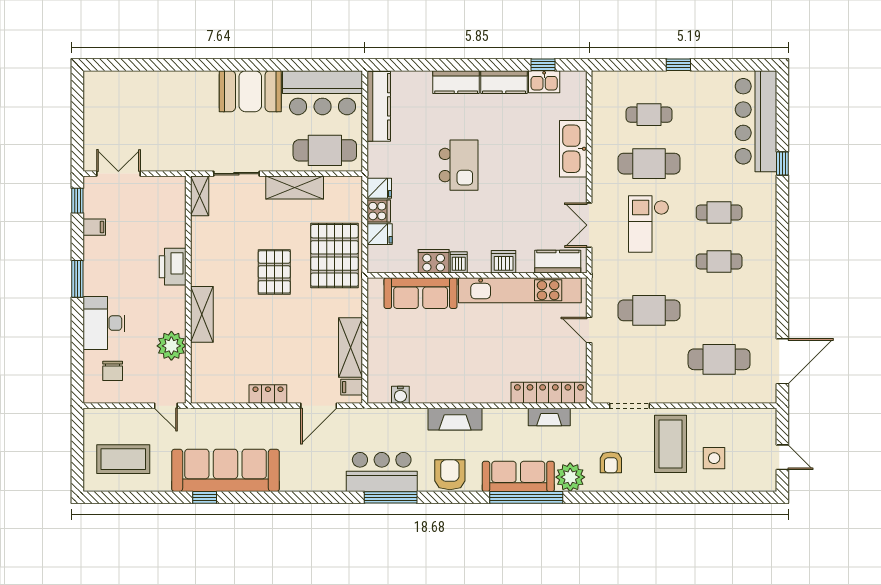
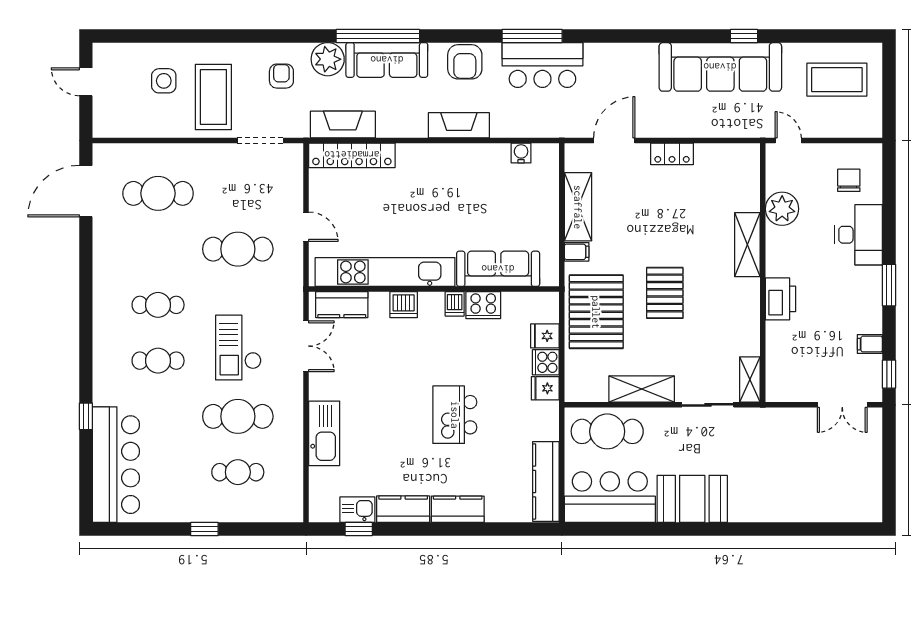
checkout: (649, 224) -> (238, 348), turned 180
filing cabinet: (352, 387) -> (577, 252), moved
fireplace: (549, 417) -> (343, 125), width x1.37, depth x1.32

